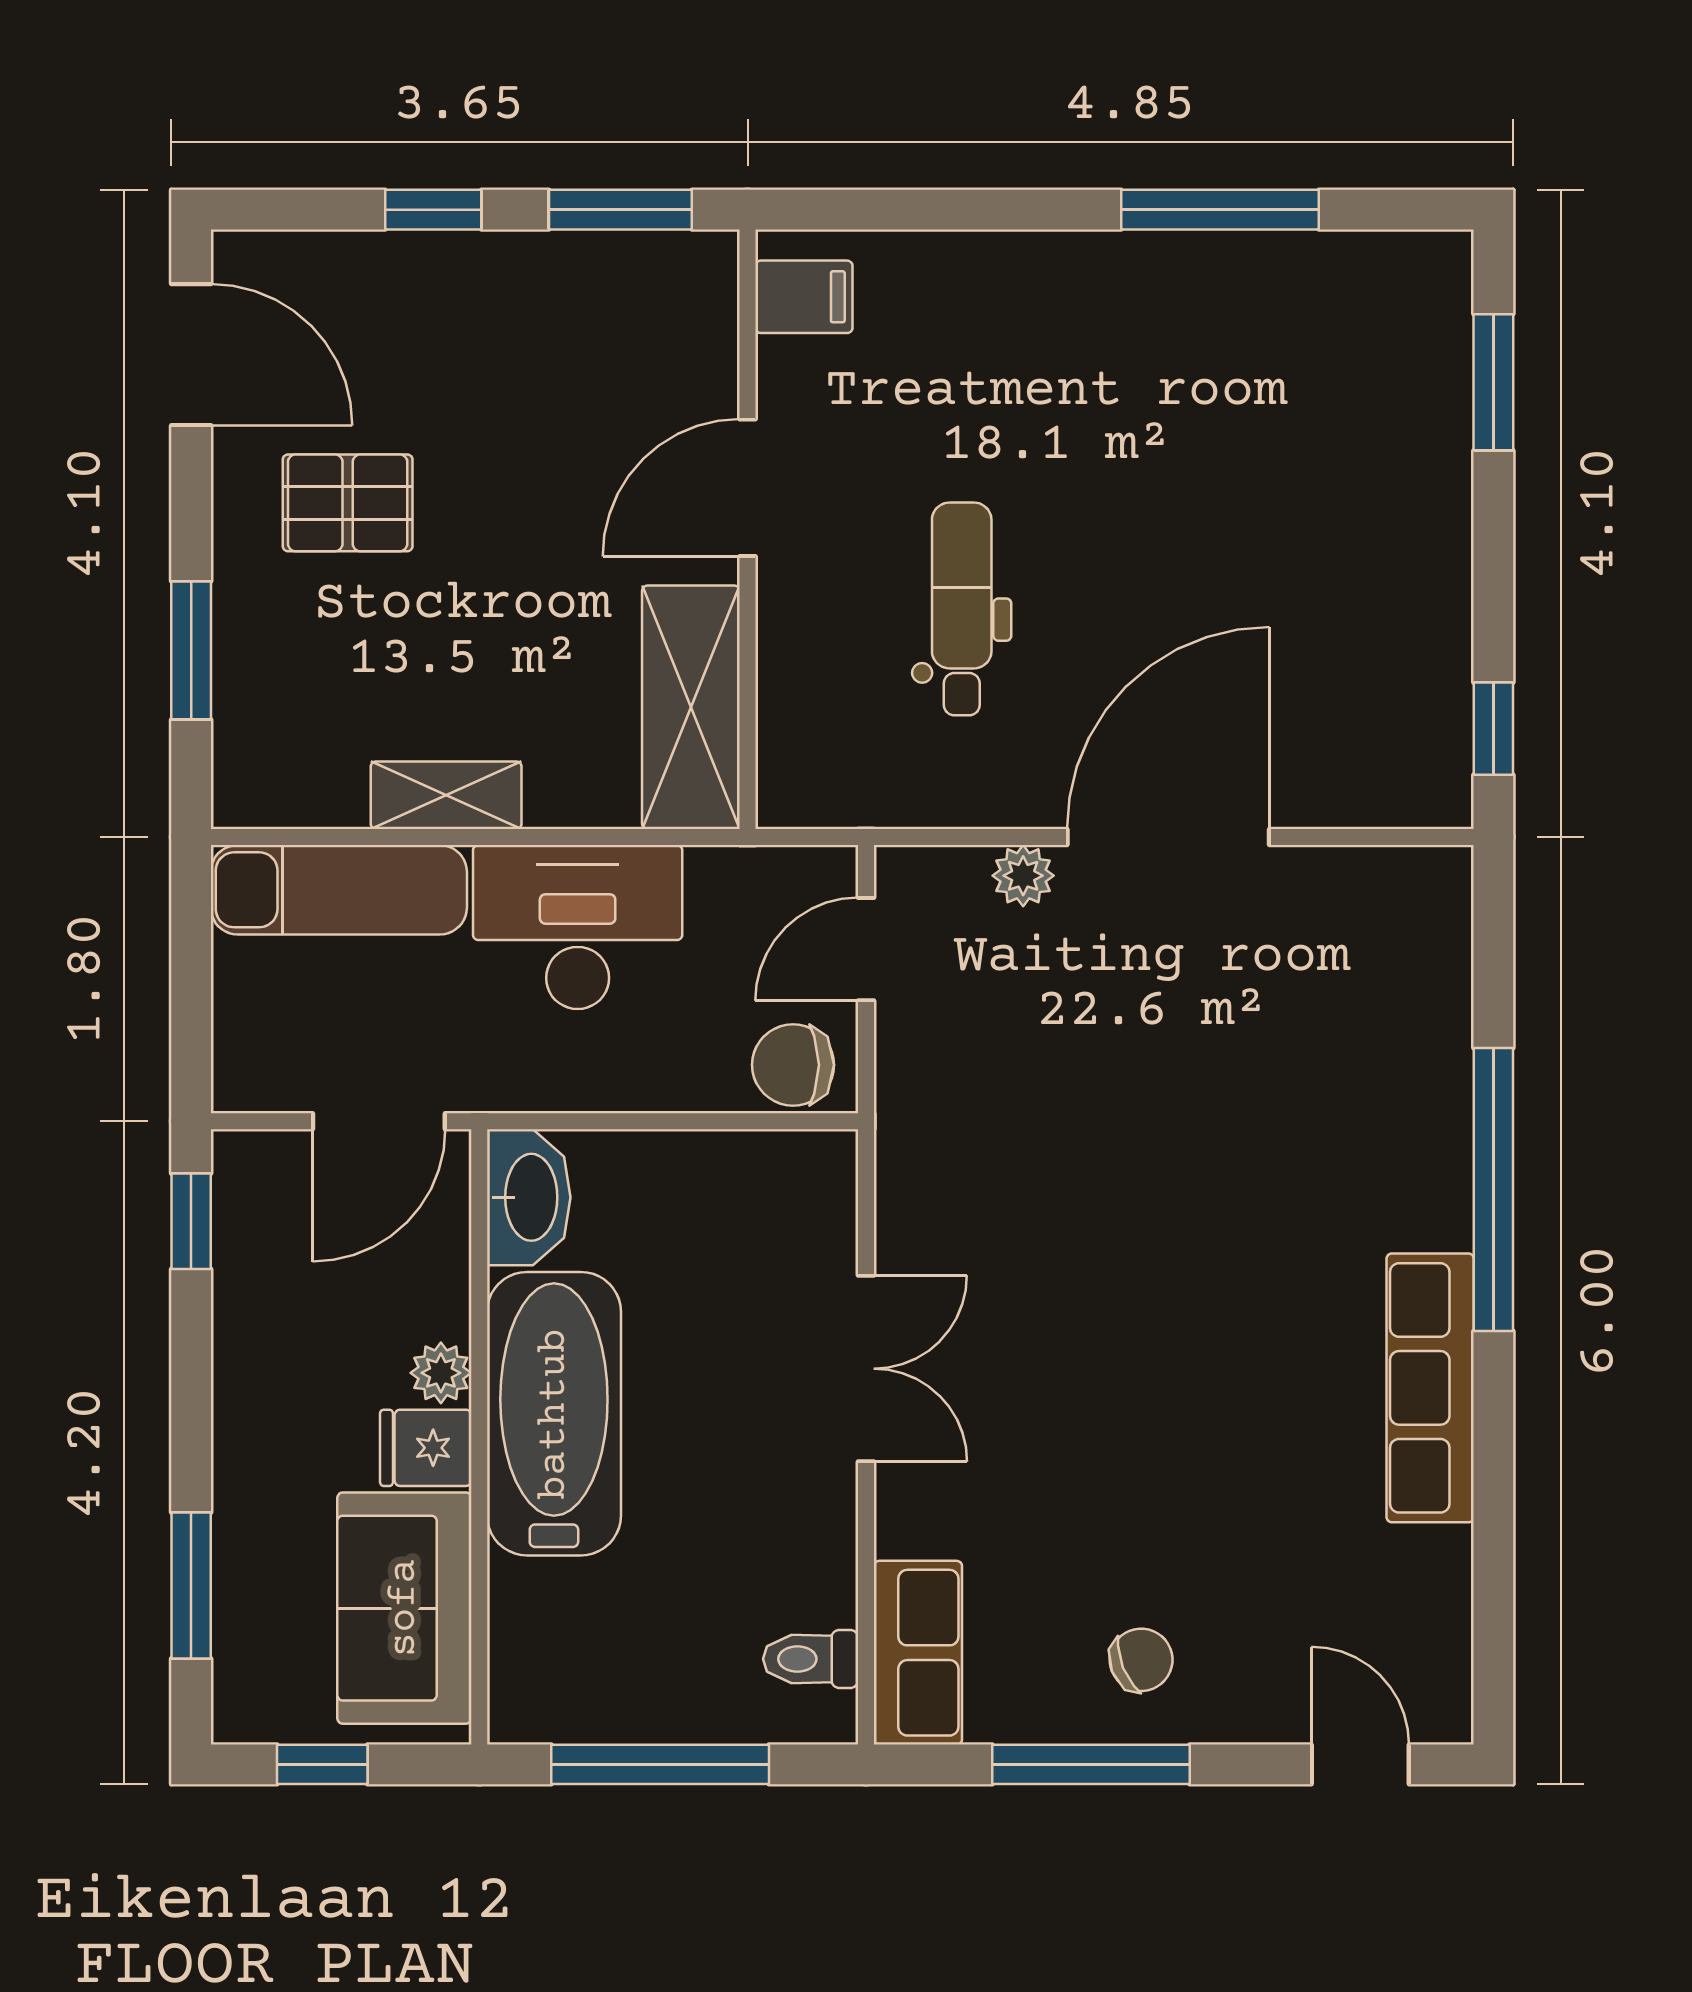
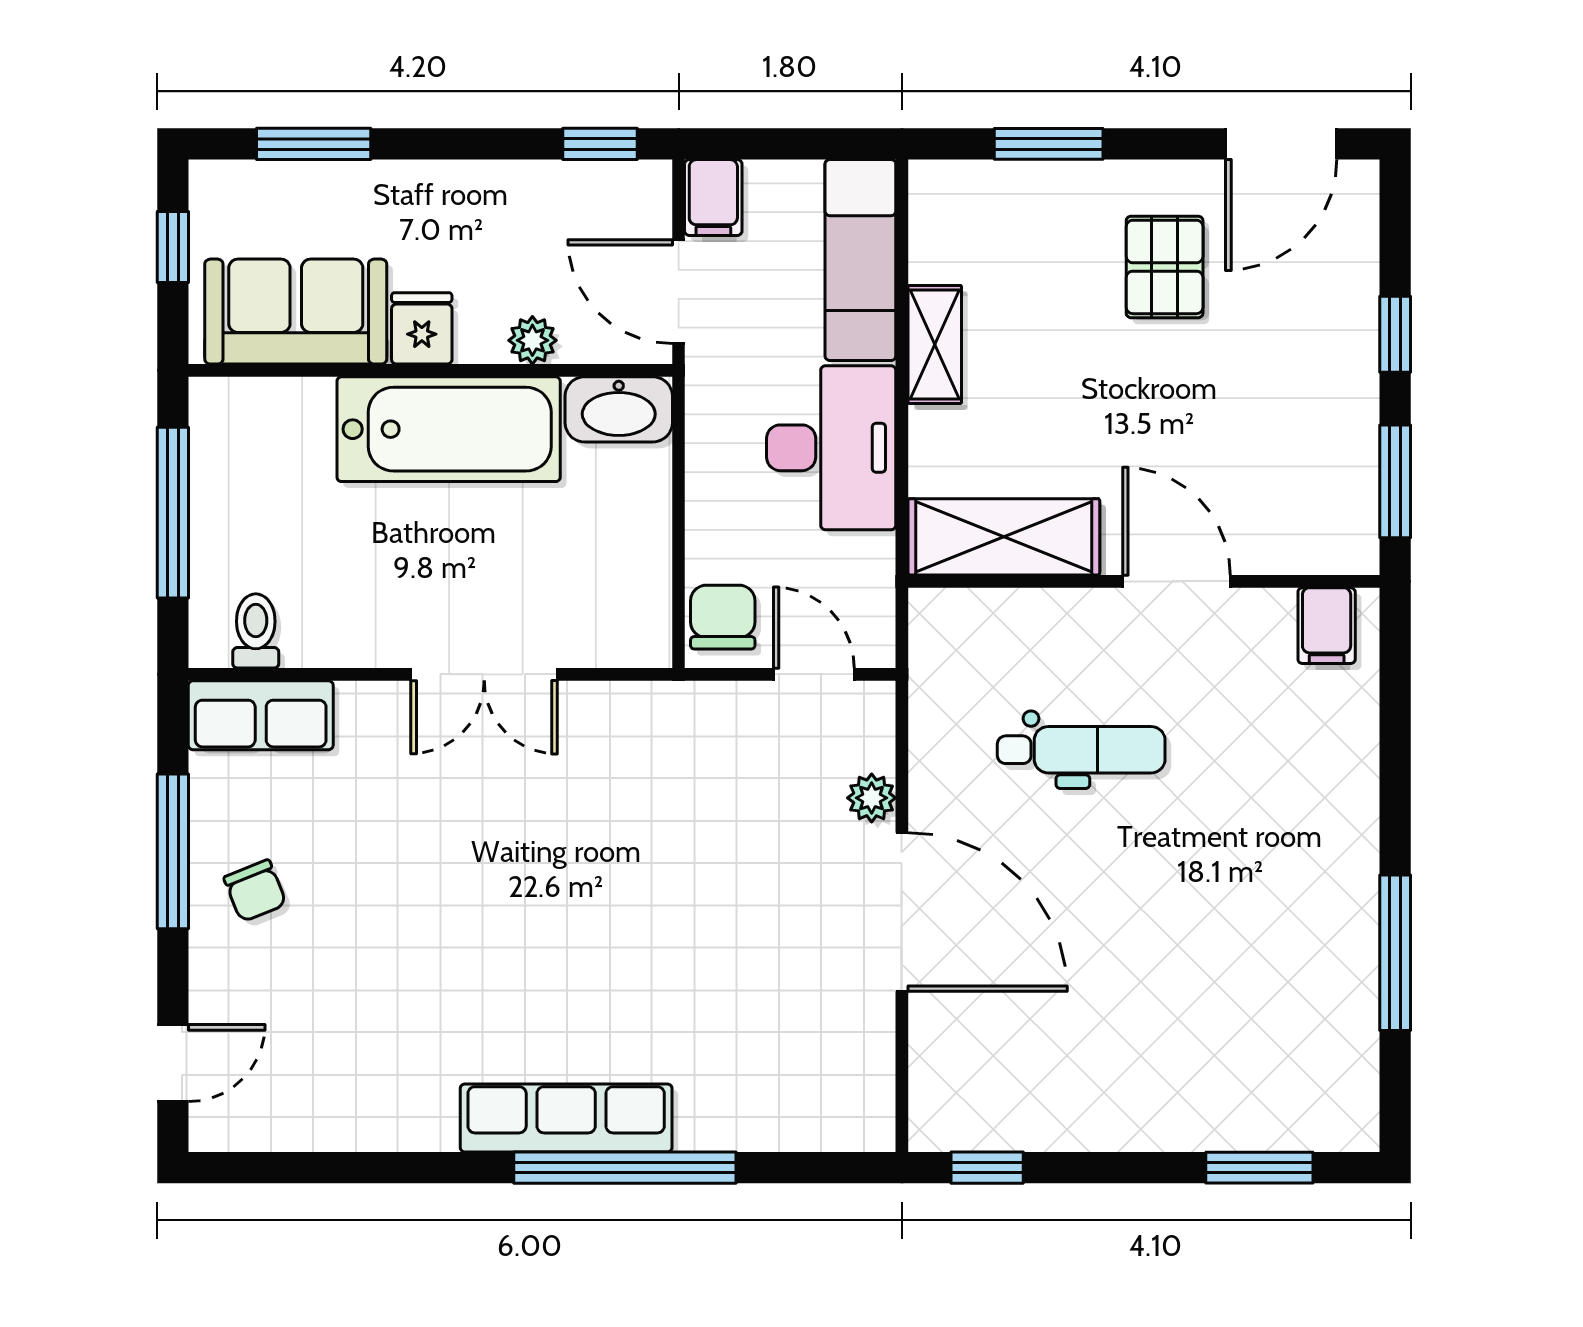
filing cabinet: (259, 1077) -> (713, 198), added
plant: (441, 1373) -> (532, 340), moved
row of seats: (1430, 1388) -> (566, 1118), moved

